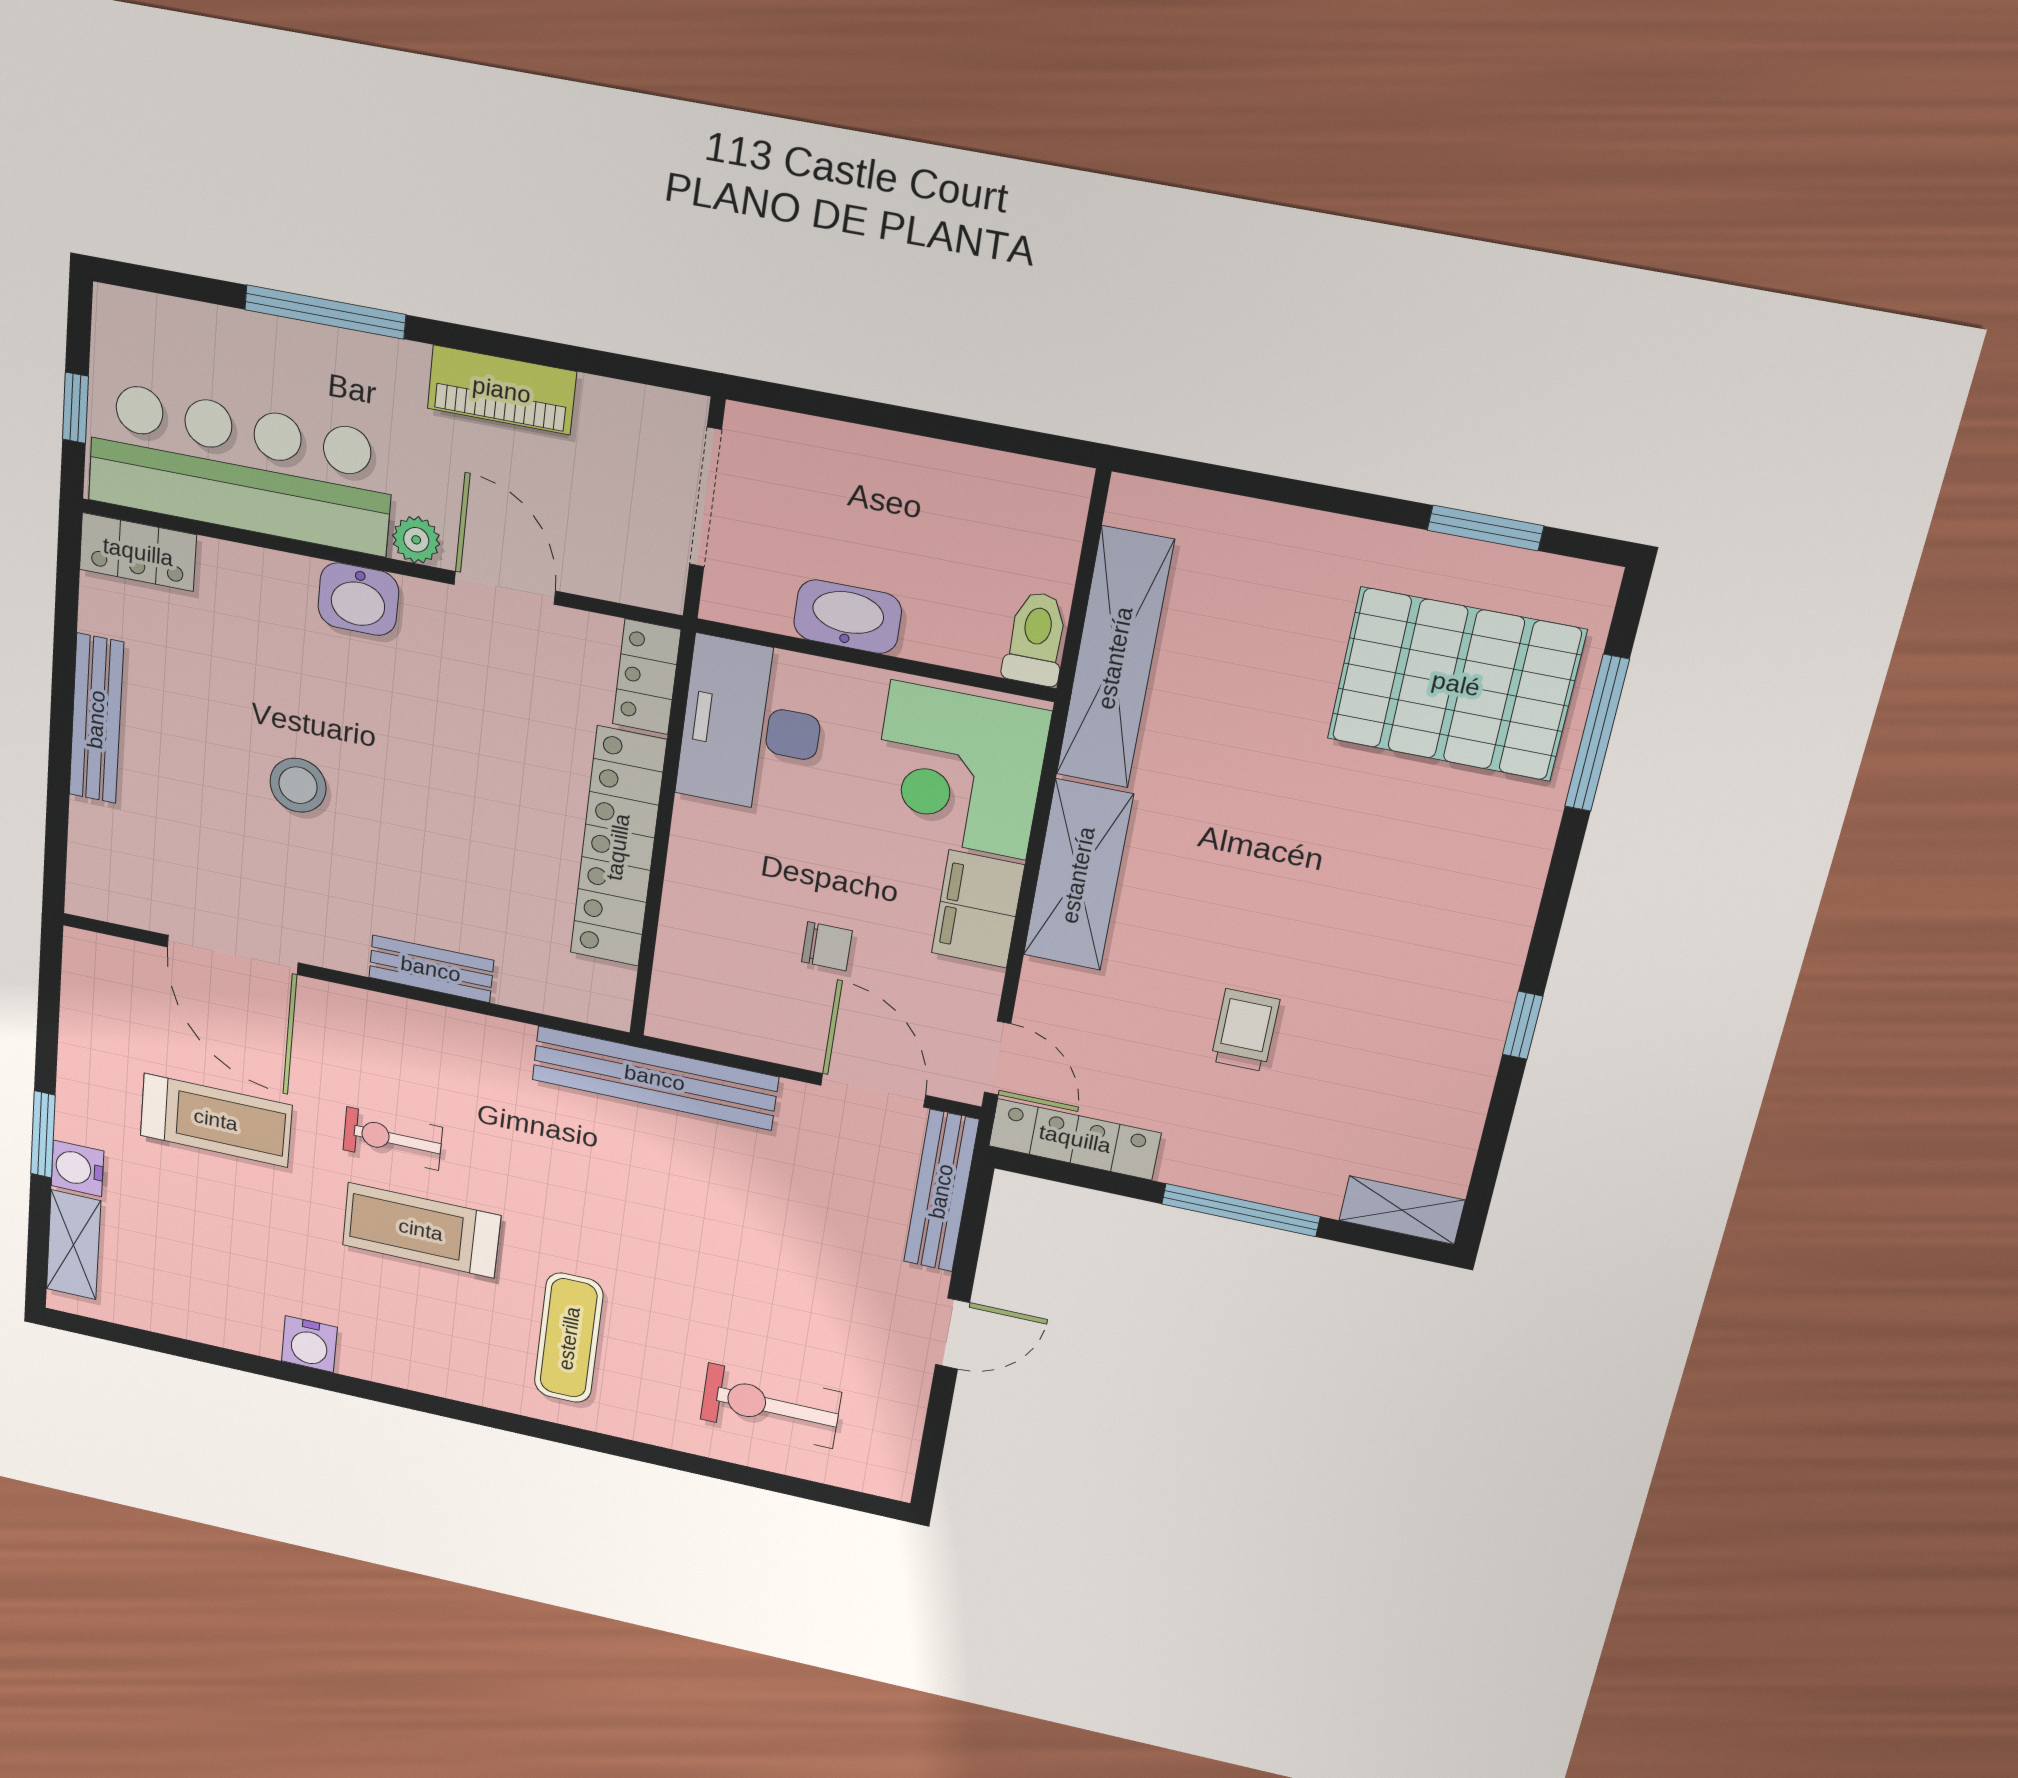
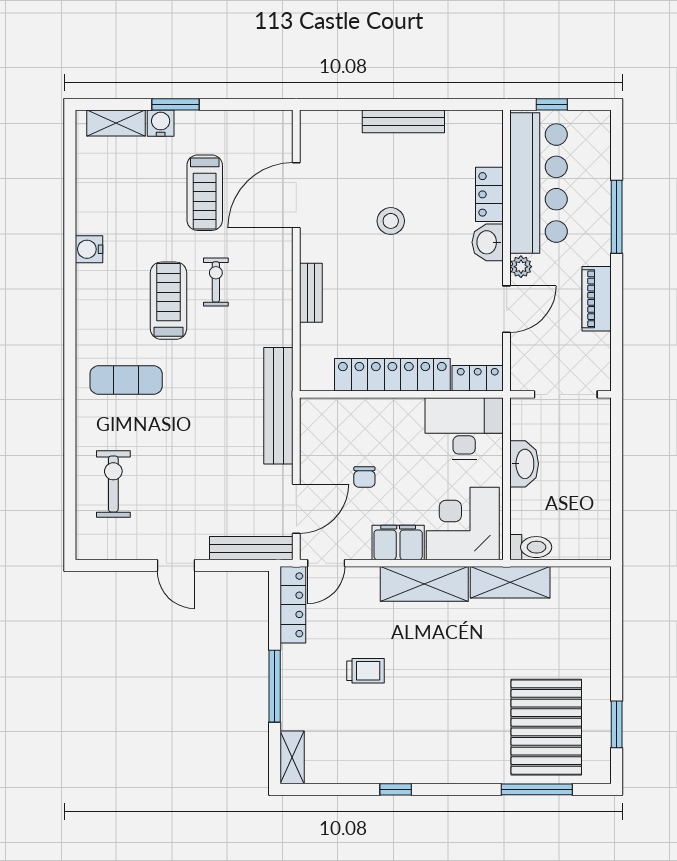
locker: (138, 552) -> (489, 194), moved
shelving: (1115, 658) -> (510, 582), width x0.68

